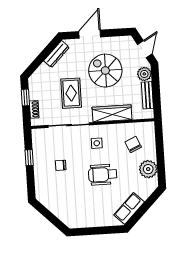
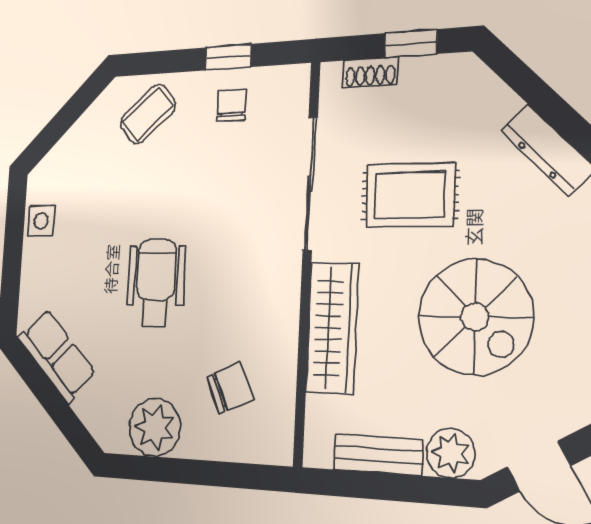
spiral stairs: (105, 71) -> (475, 317), turned 90
side table: (97, 143) -> (41, 221), moved
chair: (61, 165) -> (232, 105), moved
coffee table: (48, 185) -> (148, 114), added

